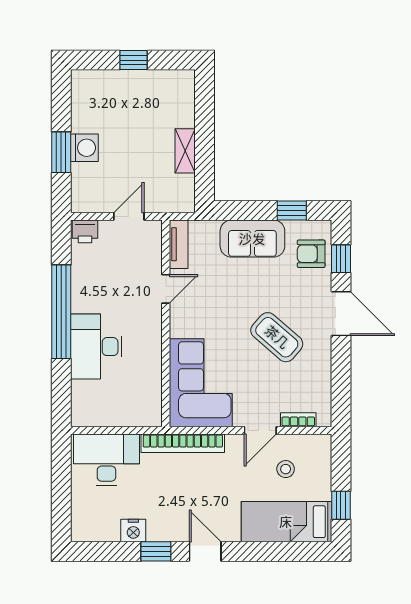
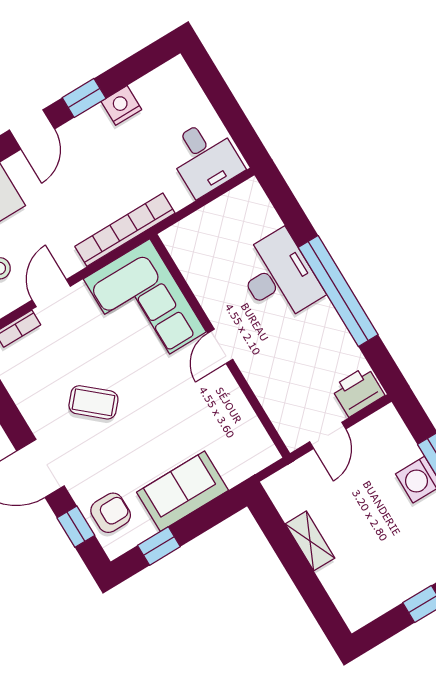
printer: (85, 231) -> (358, 391), width x1.36, depth x1.24
tv unit: (179, 244) -> (257, 438), removed
door: (166, 289) -> (220, 346), moved
coffee table: (277, 337) -> (93, 402), width x0.73, depth x0.77
desk: (106, 460) -> (205, 158), width x0.73
door: (205, 551) -> (32, 130), hinge flipped

